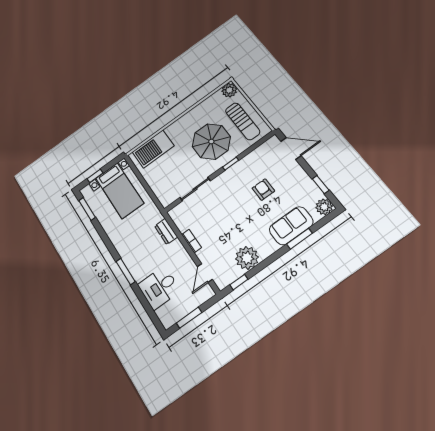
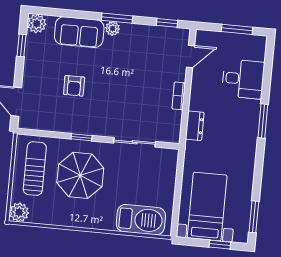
window: (299, 239) -> (117, 18), moved
plant: (247, 258) -> (113, 28), moved, width x0.53, depth x0.53

